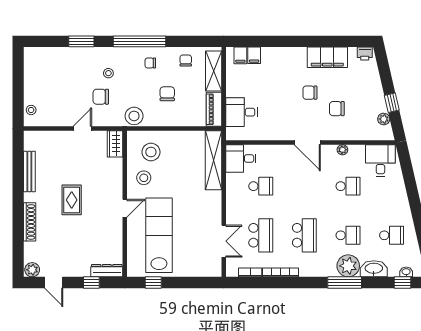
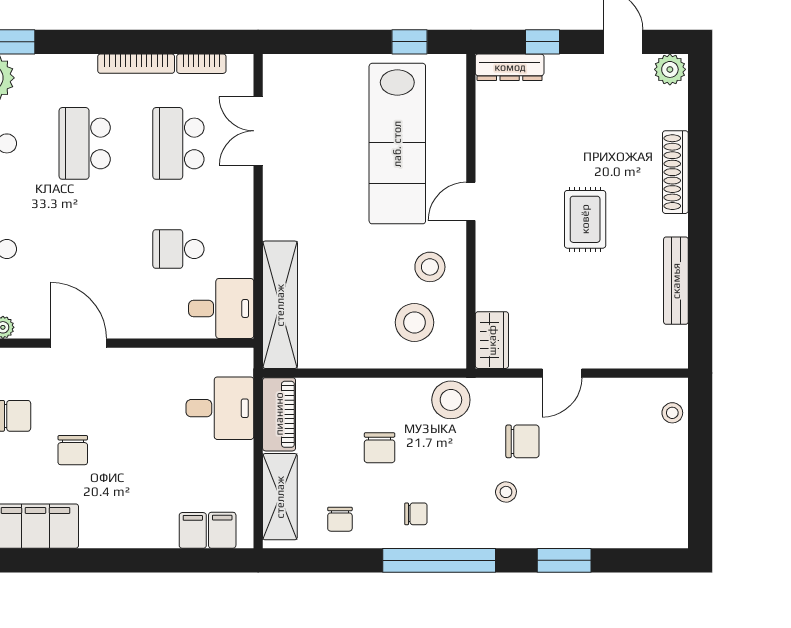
chair: (310, 93) -> (73, 450), turned 90

